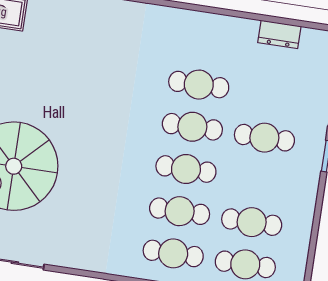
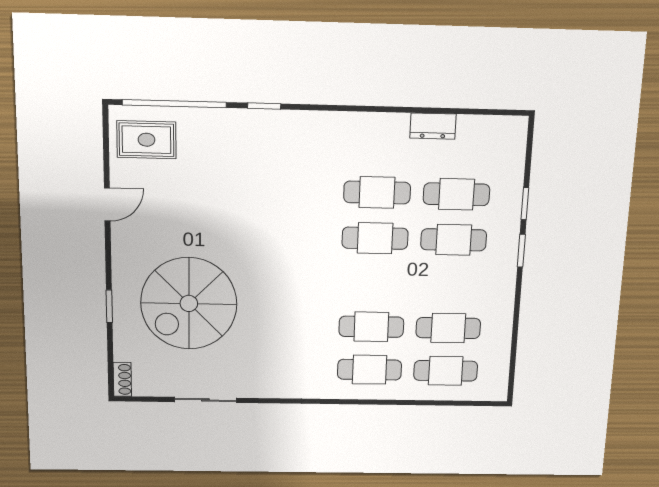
dresser: (279, 34) -> (433, 126), moved
cafe table: (186, 169) -> (456, 194), moved

